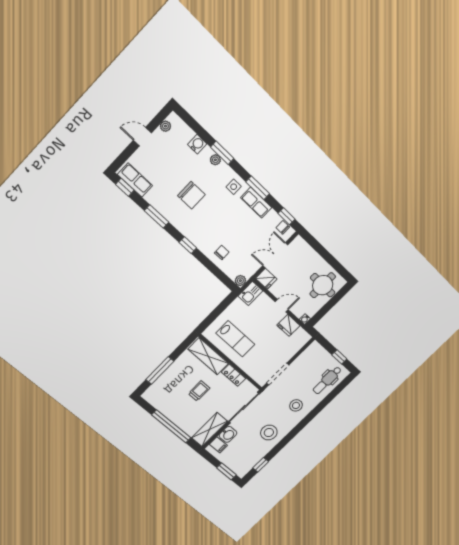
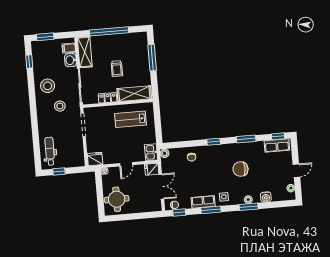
fridge: (288, 325) -> (95, 159), moved
stool: (296, 405) -> (60, 106), moved

